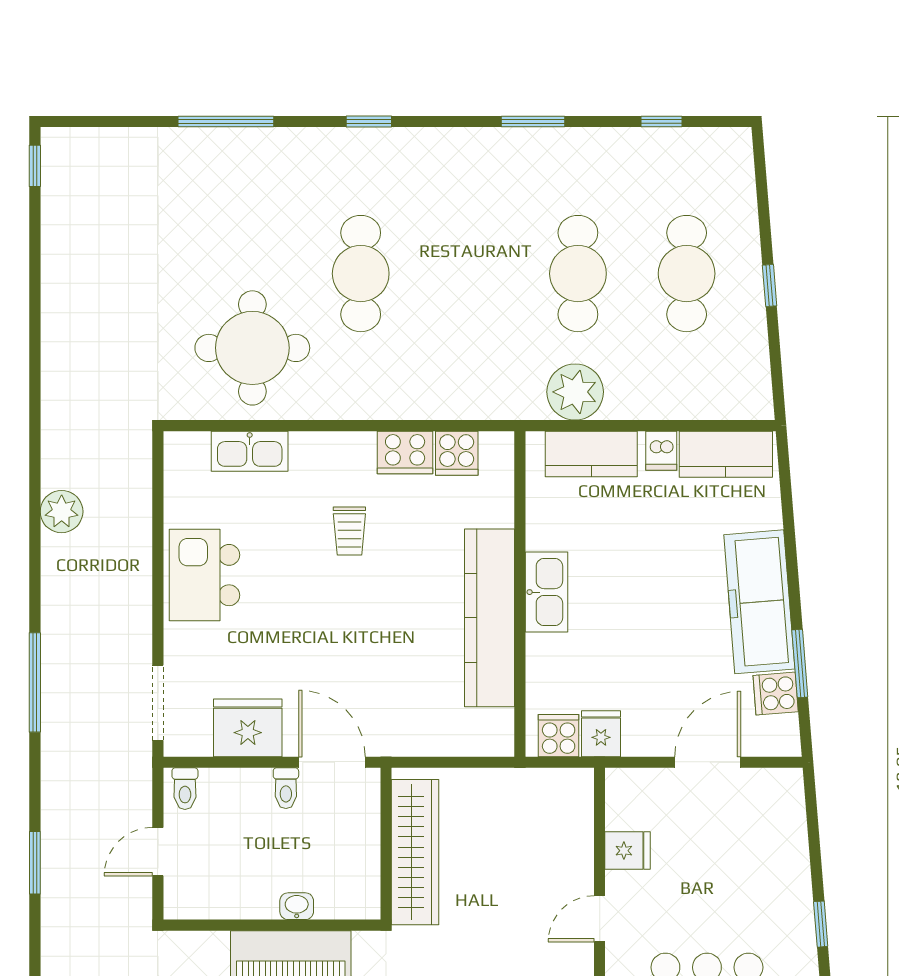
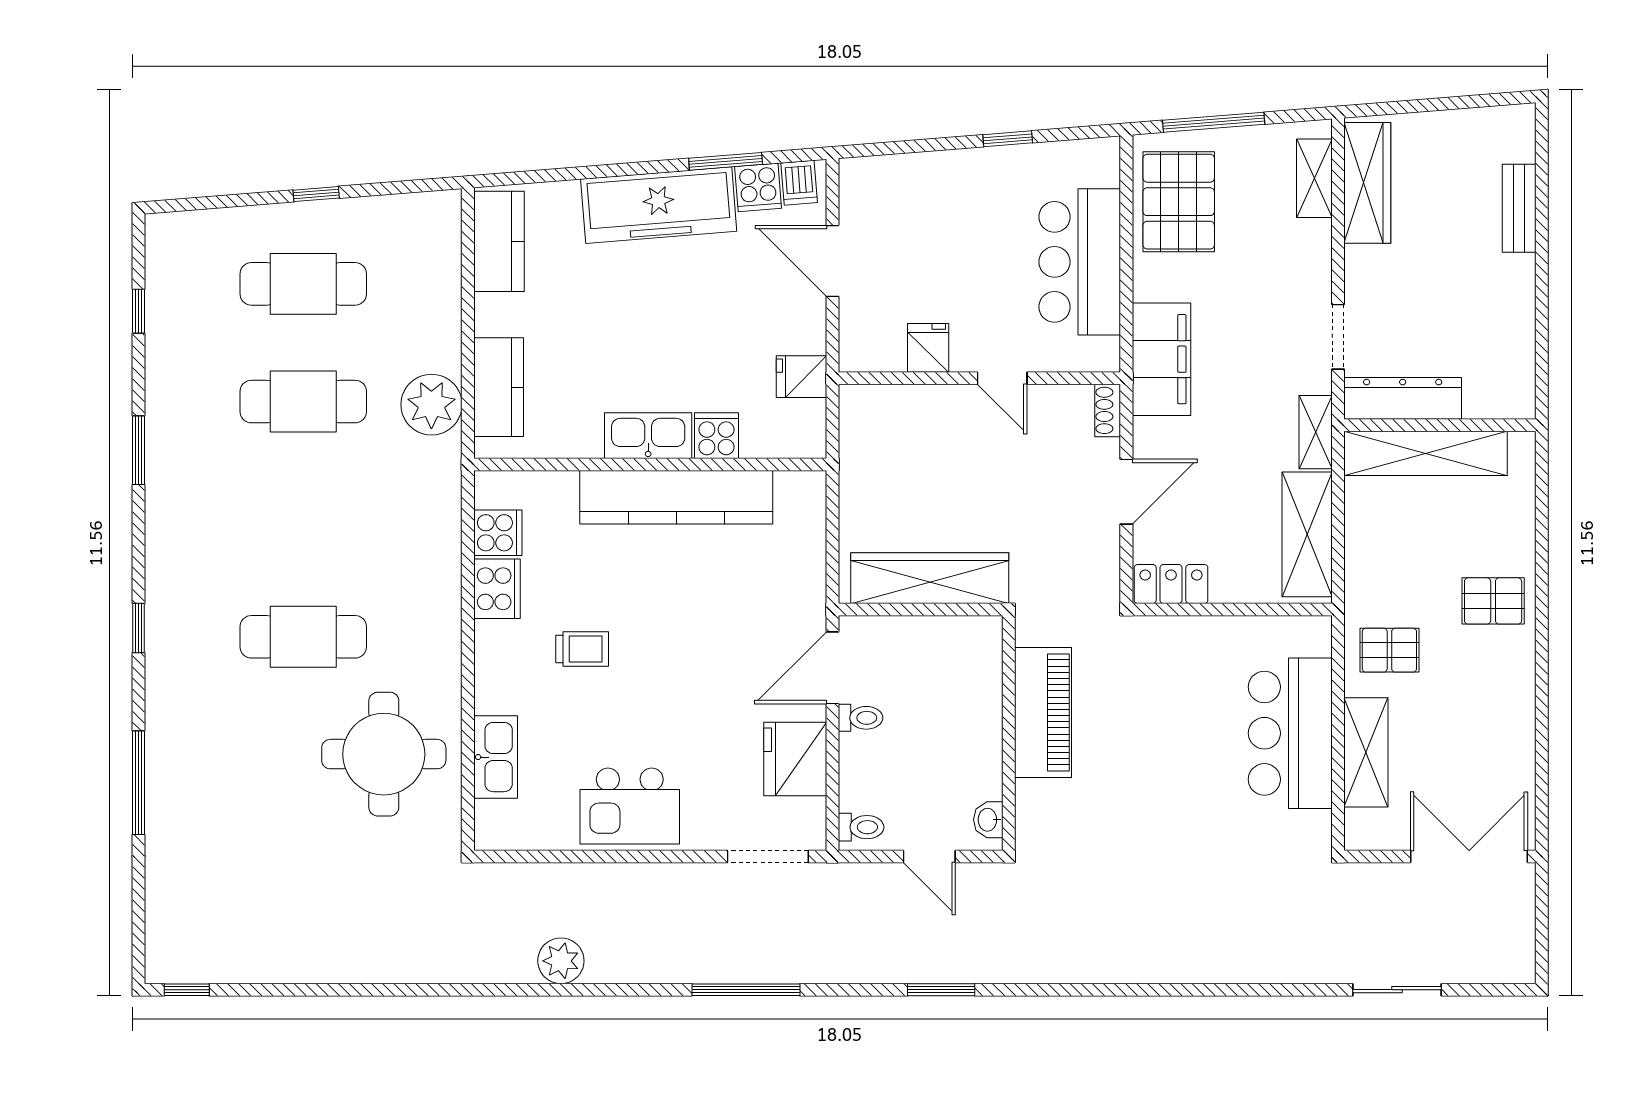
dishwasher: (661, 451) -> (799, 183), moved, turned 85
cooker: (559, 736) -> (717, 436), moved, turned 90
washbasin: (297, 906) -> (988, 820), moved

